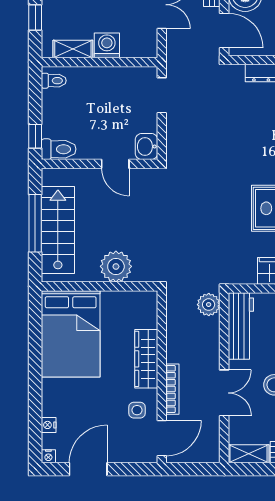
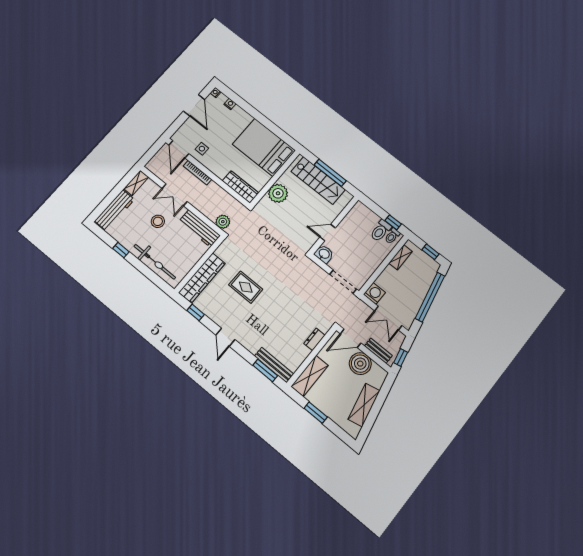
washing machine: (107, 45) -> (374, 293), moved, turned -90
doorway: (162, 95) -> (343, 282), width x1.38
window: (35, 136) -> (393, 222), moved
toilet: (59, 149) -> (381, 231), moved
wardrobe: (146, 359) -> (241, 187), moved

